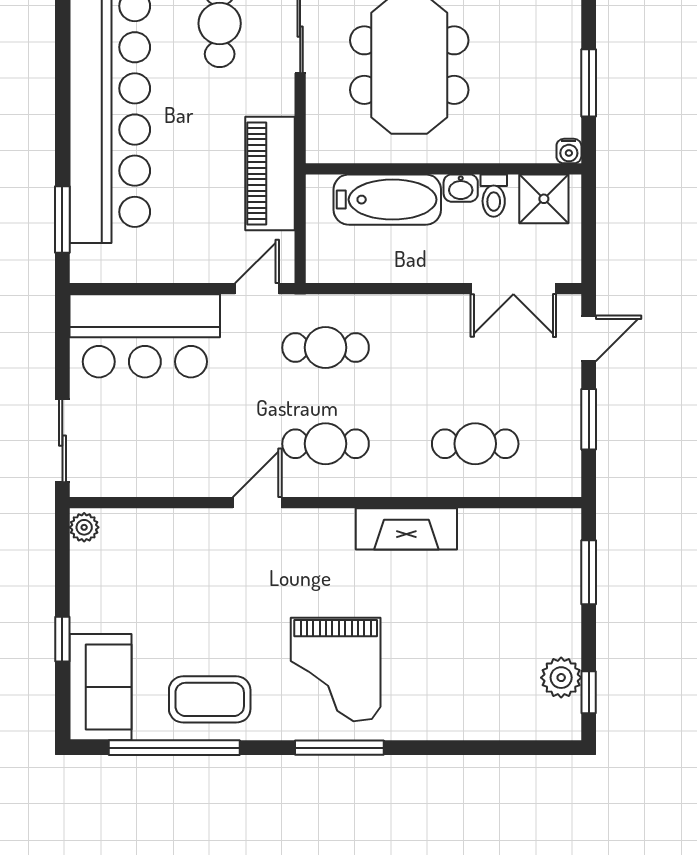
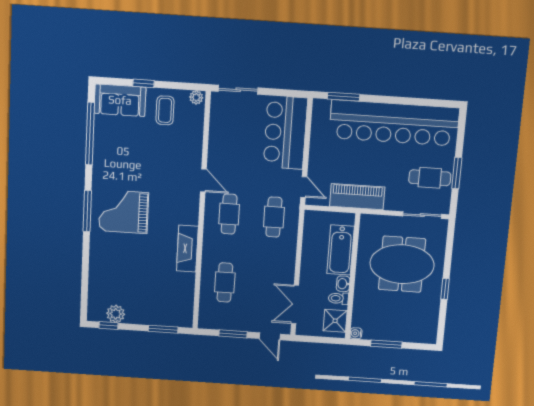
coffee table: (210, 699) -> (165, 110), moved, width x0.73, depth x0.77

